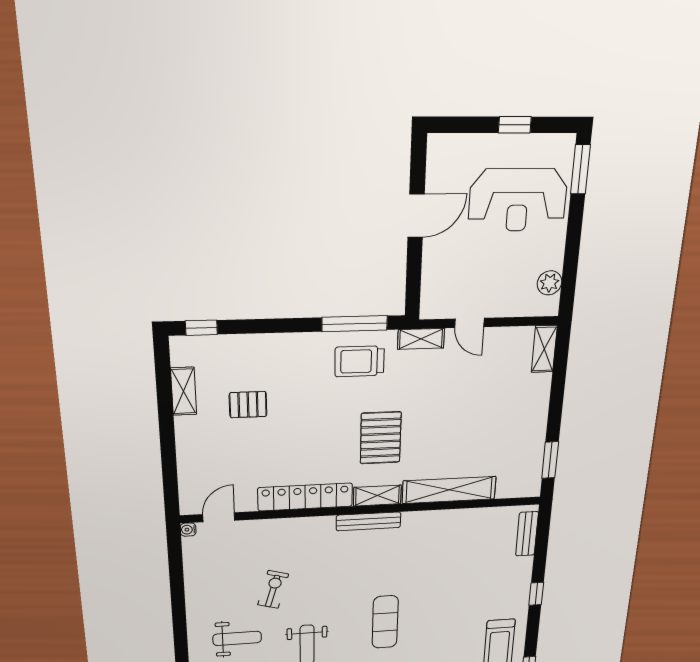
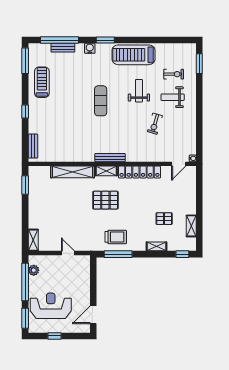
door: (416, 216) -> (93, 315), moved
window: (571, 255) -> (25, 282), added
shelving: (421, 339) -> (156, 246), moved
pallet: (381, 438) -> (105, 200), turned 90

